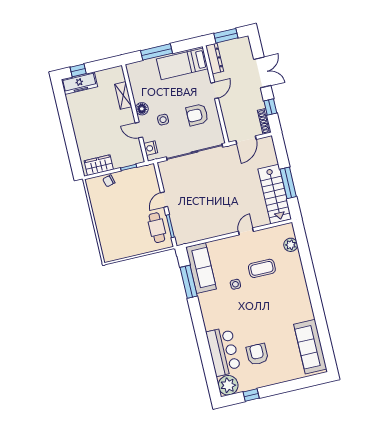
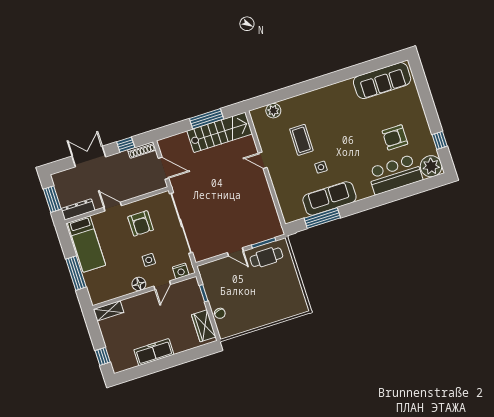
freezer: (79, 83) -> (154, 352), moved, turned -90
shelving: (123, 95) -> (109, 311), moved
sofa: (201, 268) -> (329, 198), moved

